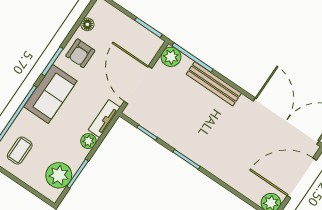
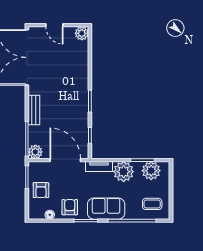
armchair: (122, 33) -> (41, 190), added
armchair: (80, 53) -> (70, 207), turned -90
bench: (214, 84) -> (34, 110), width x0.73
door: (138, 85) -> (65, 160), swing flipped
plant: (88, 141) -> (124, 172), width x1.87, depth x1.87
door: (302, 178) -> (54, 25), width x0.53

